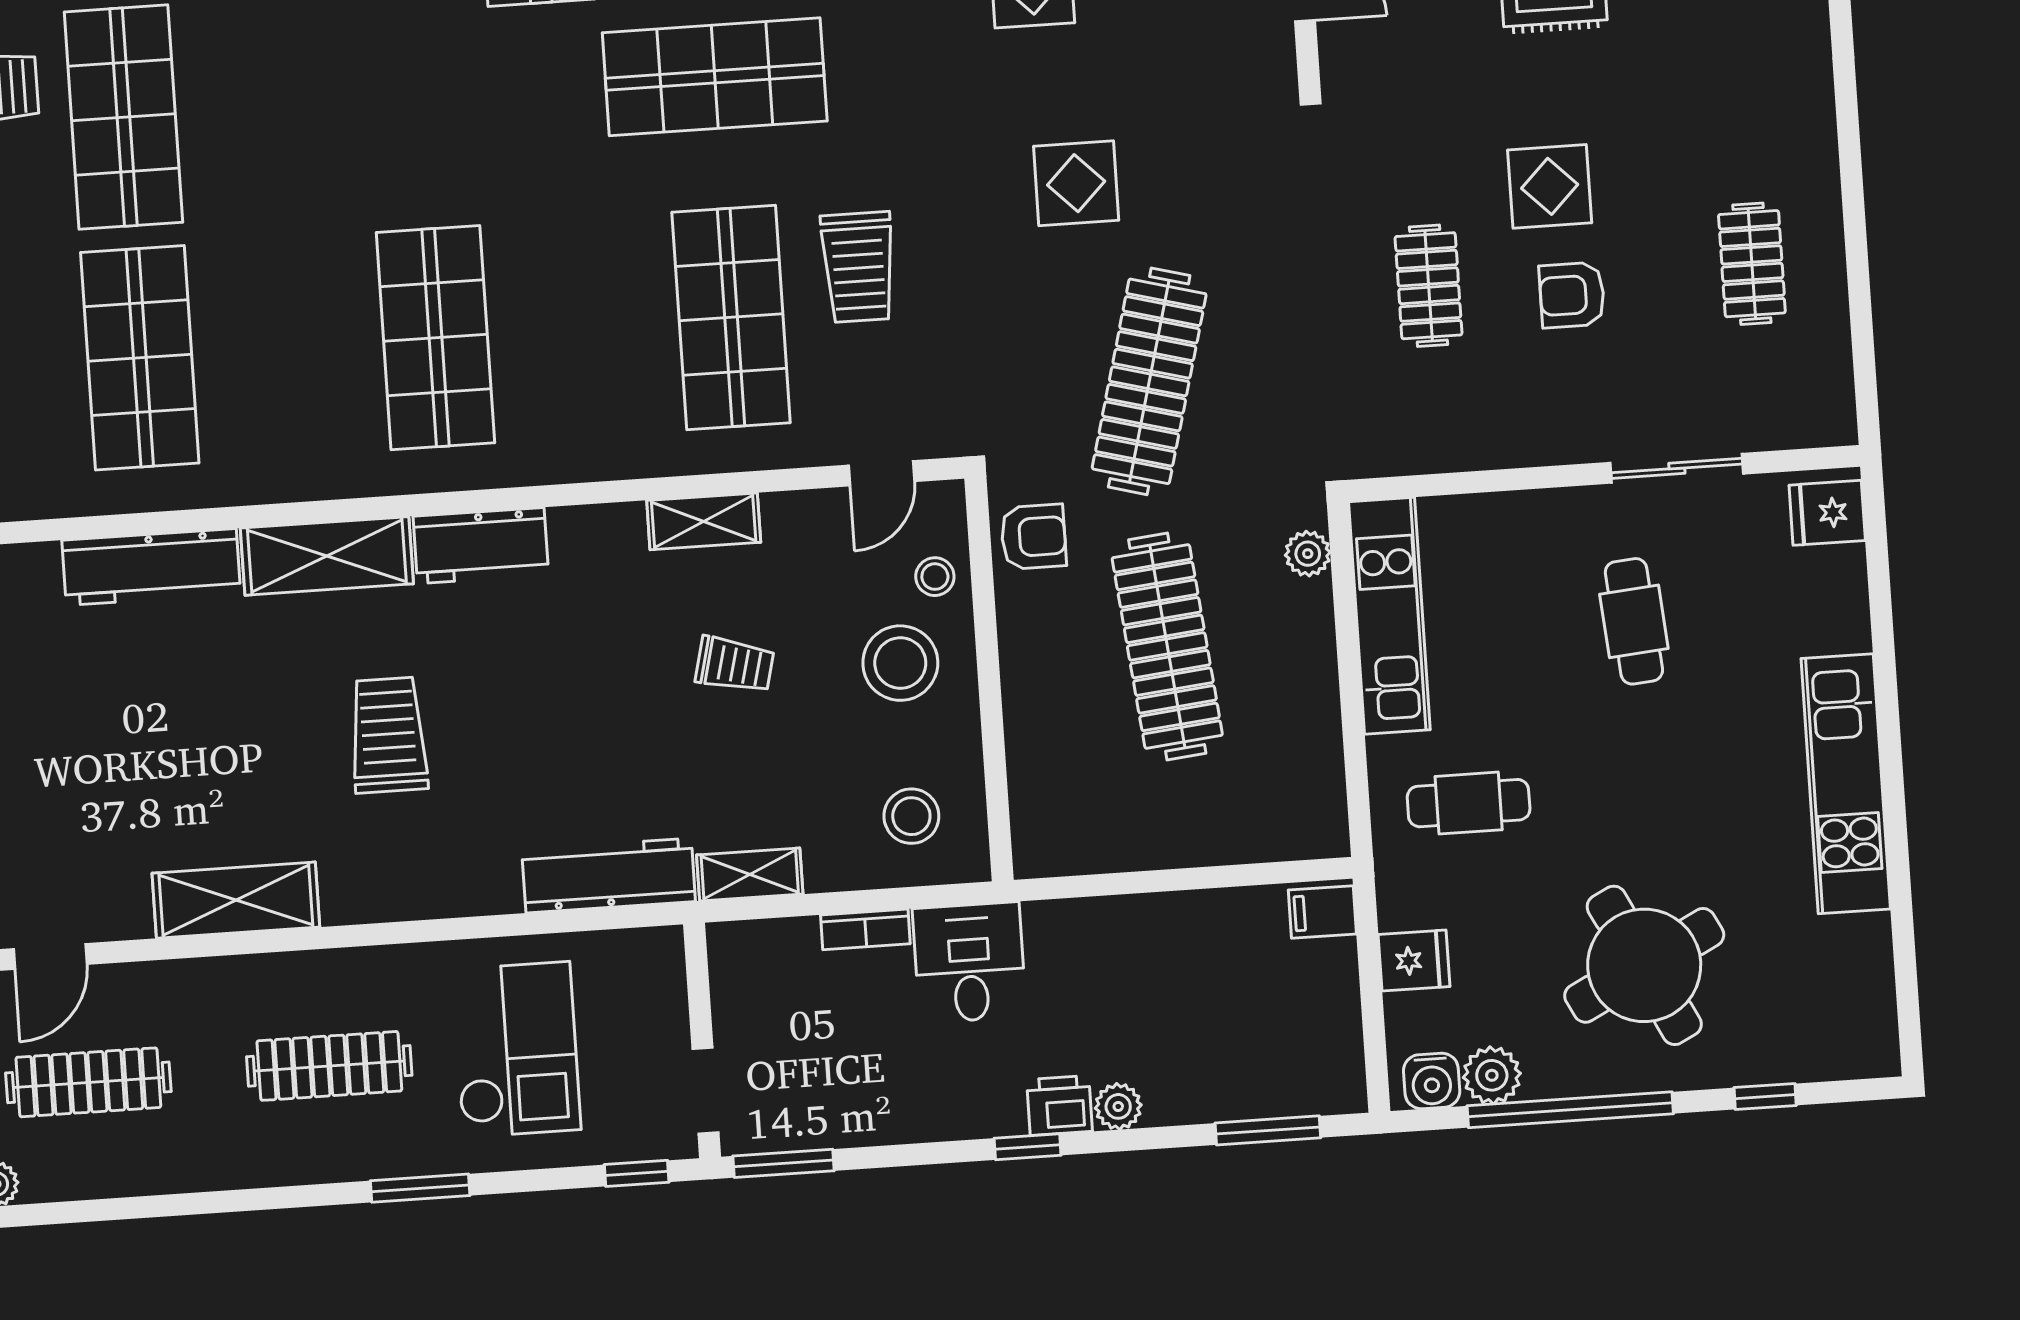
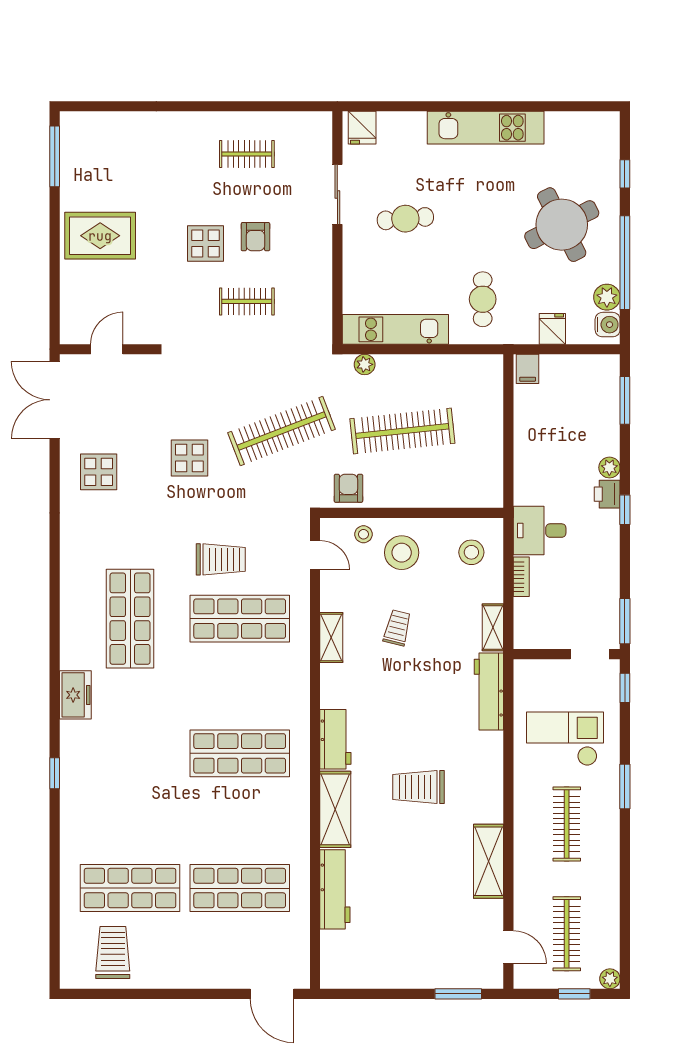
clothes rail: (1149, 381) -> (282, 431), turned -36

